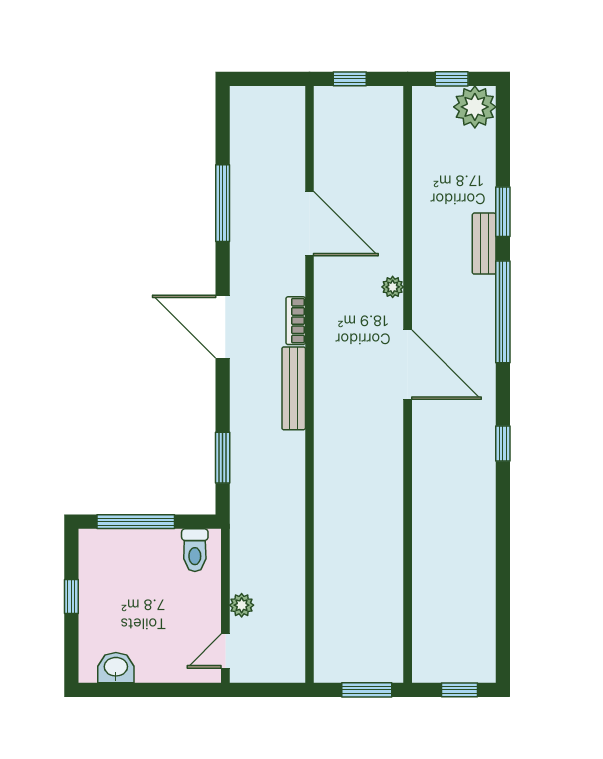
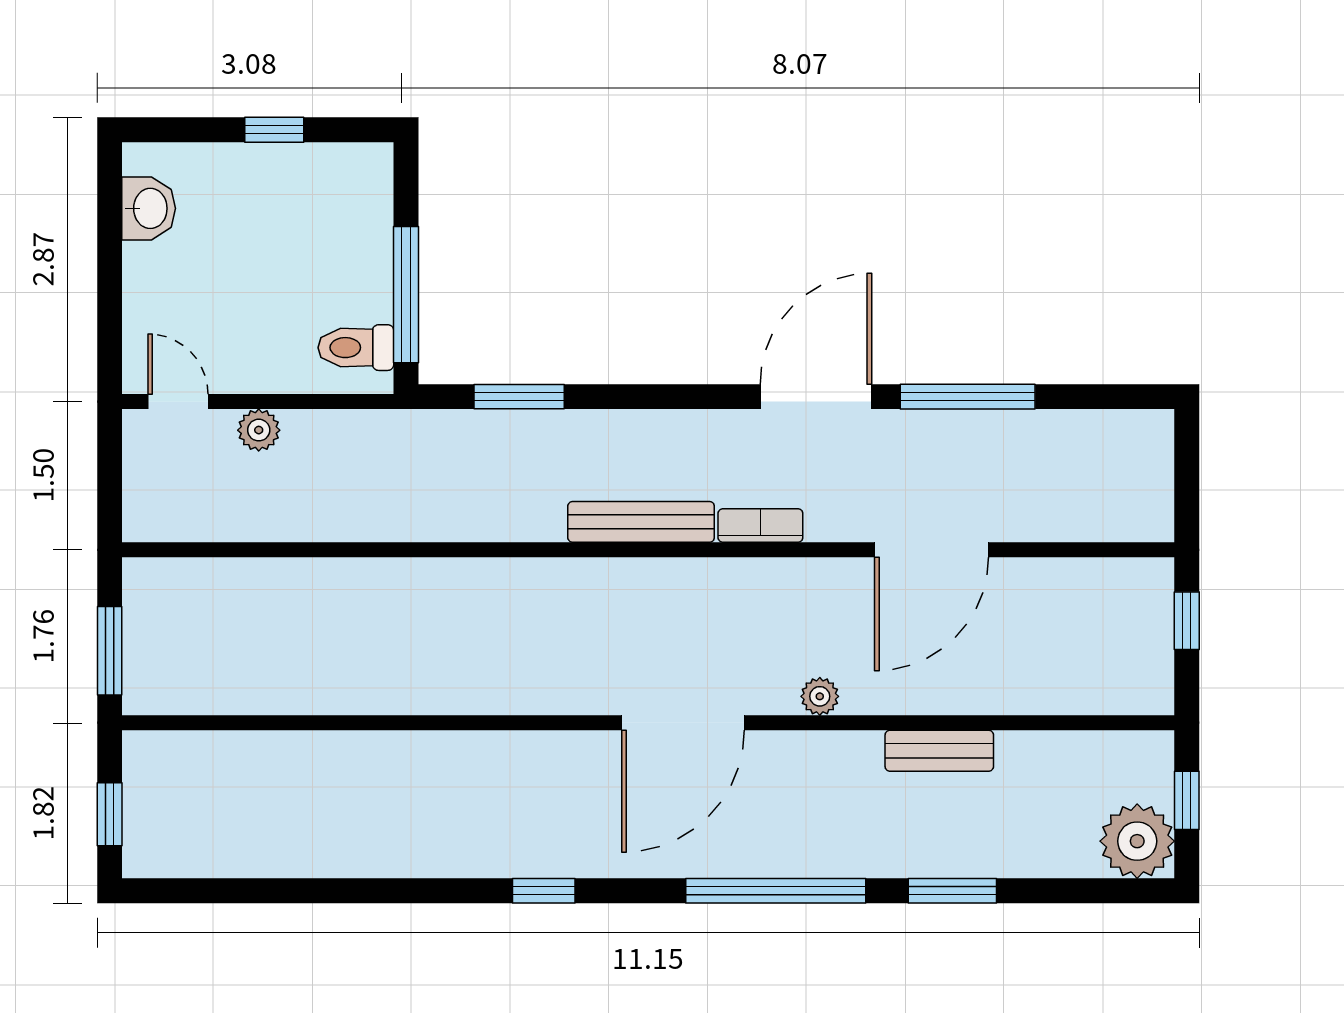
bench: (484, 244) -> (939, 751), moved
door: (223, 327) -> (816, 397), moved
window: (136, 522) -> (406, 295), moved

